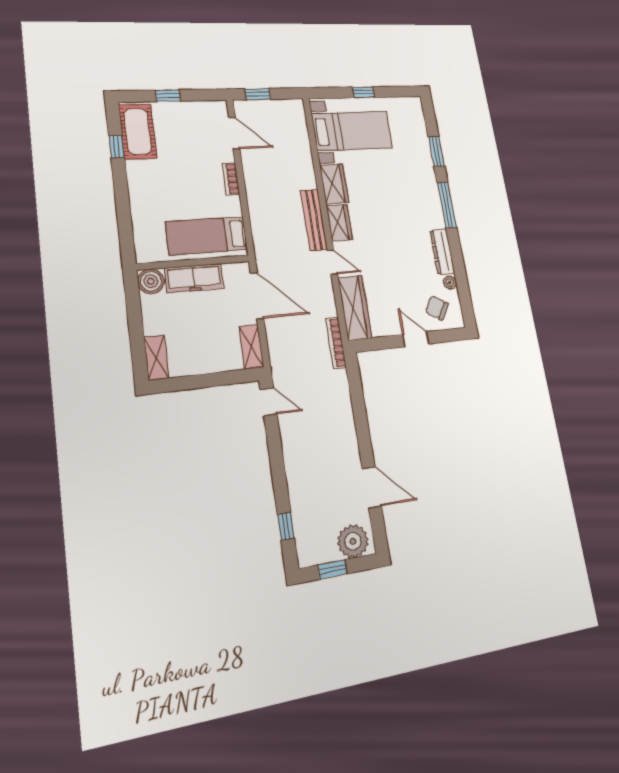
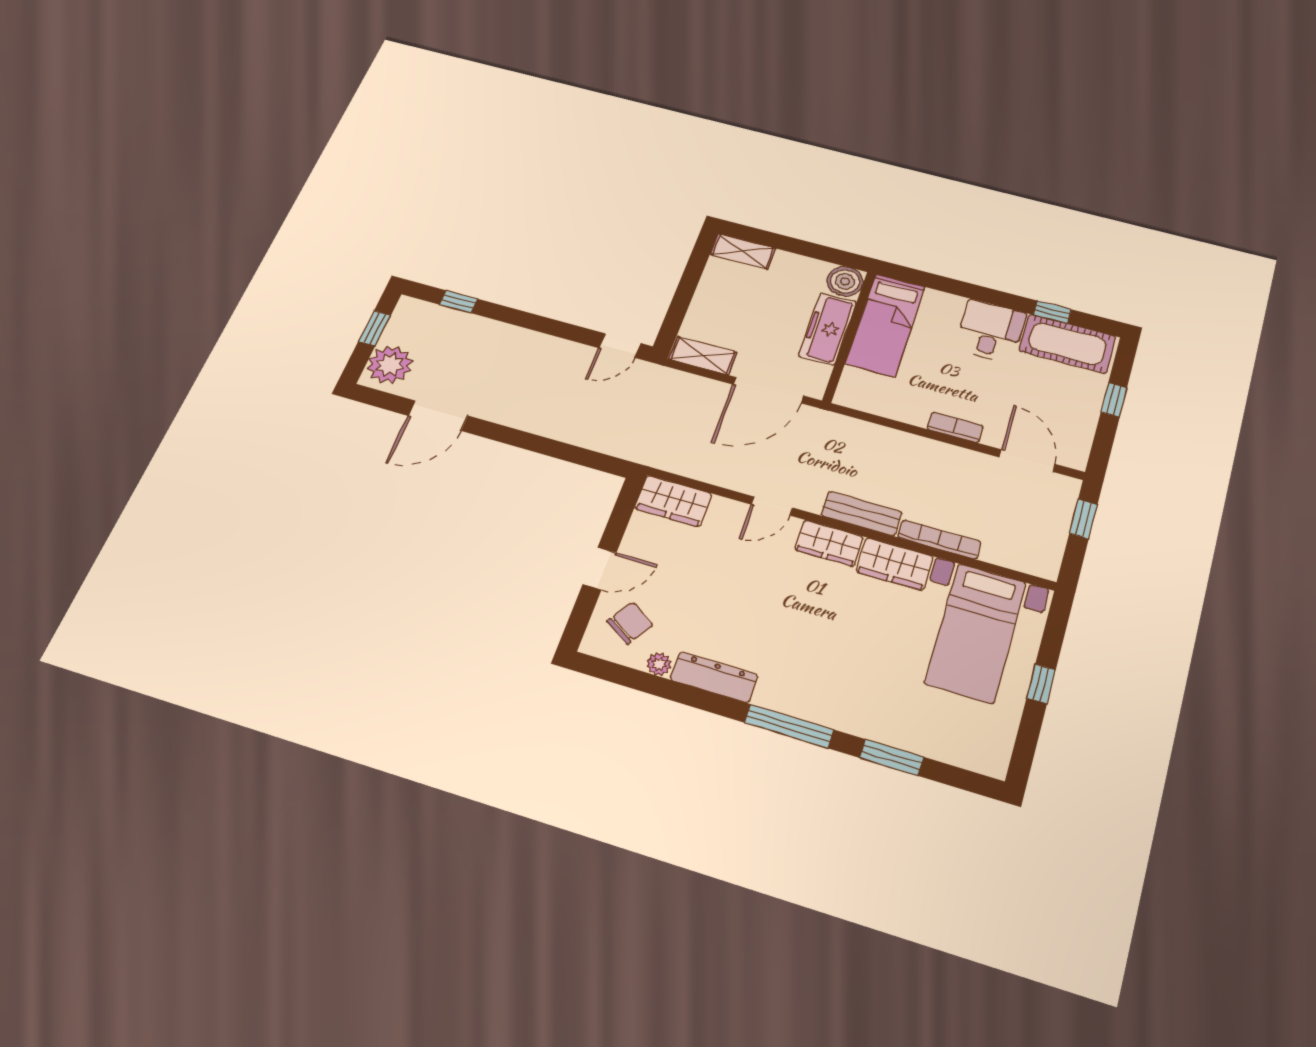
door: (234, 133) -> (1027, 461), swing flipped
desk: (149, 179) -> (991, 331), added
bench: (314, 220) -> (861, 514), width x0.73
bed: (207, 236) -> (885, 325), moved, turned 180
wardrobe: (355, 308) -> (673, 501), width x0.67
bookcase: (336, 343) -> (939, 539), moved

